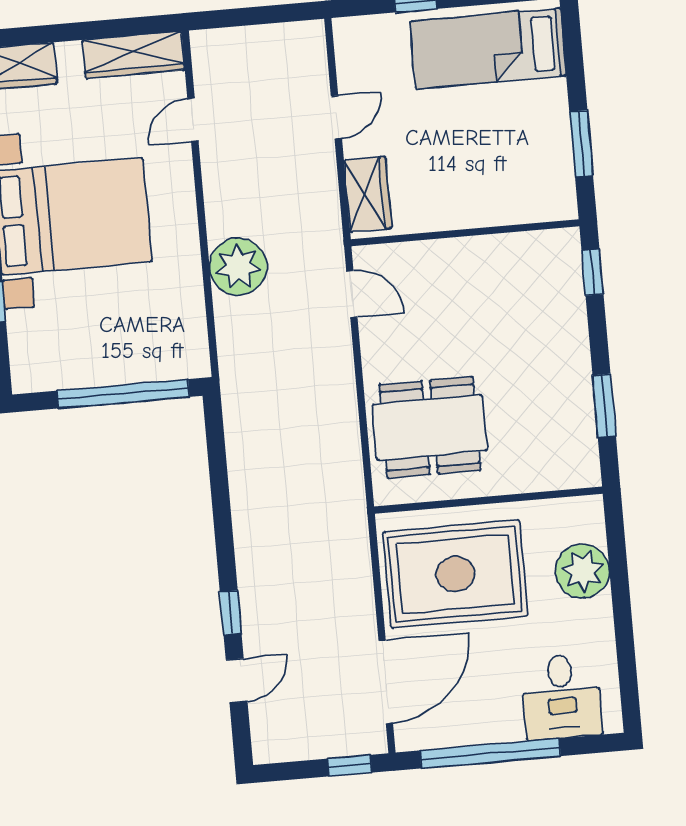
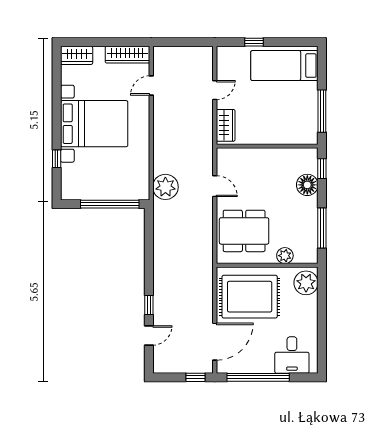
window: (581, 144) -> (322, 111), width x1.44
plant: (238, 266) -> (165, 187), moved
door: (352, 294) -> (215, 186), moved
floor lamp: (563, 312) -> (307, 185), added
window: (604, 406) -> (322, 228), width x1.44
plant: (526, 475) -> (285, 256), added
plant: (583, 571) -> (306, 283), moved

